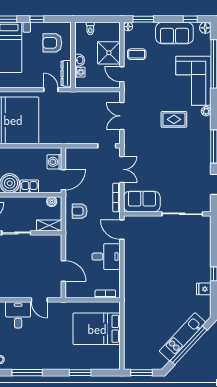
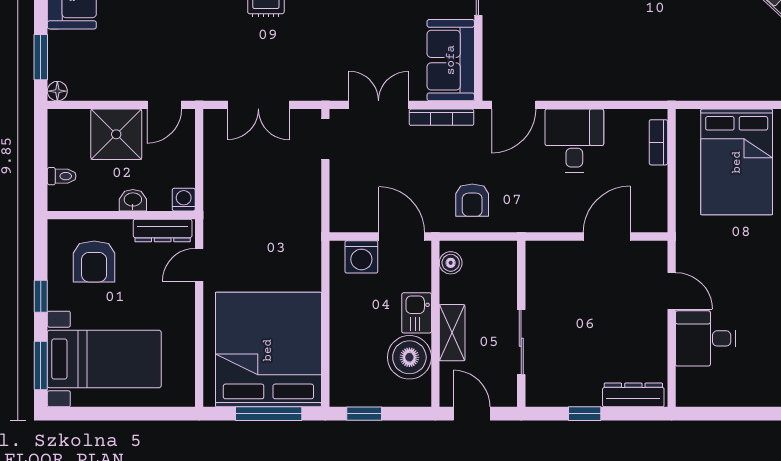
coffee table: (137, 54) -> (119, 72), removed
washing machine: (80, 72) -> (184, 200), moved
shelving: (49, 225) -> (452, 333), moved
door: (39, 300) -> (672, 291), hinge flipped

